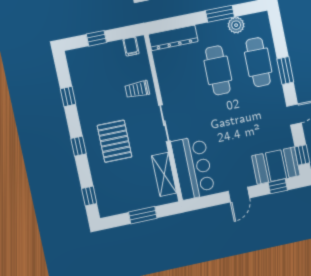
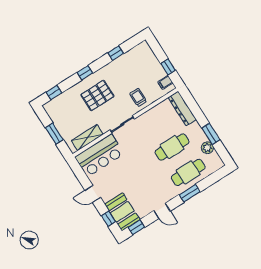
window: (96, 38) -> (168, 67), moved

